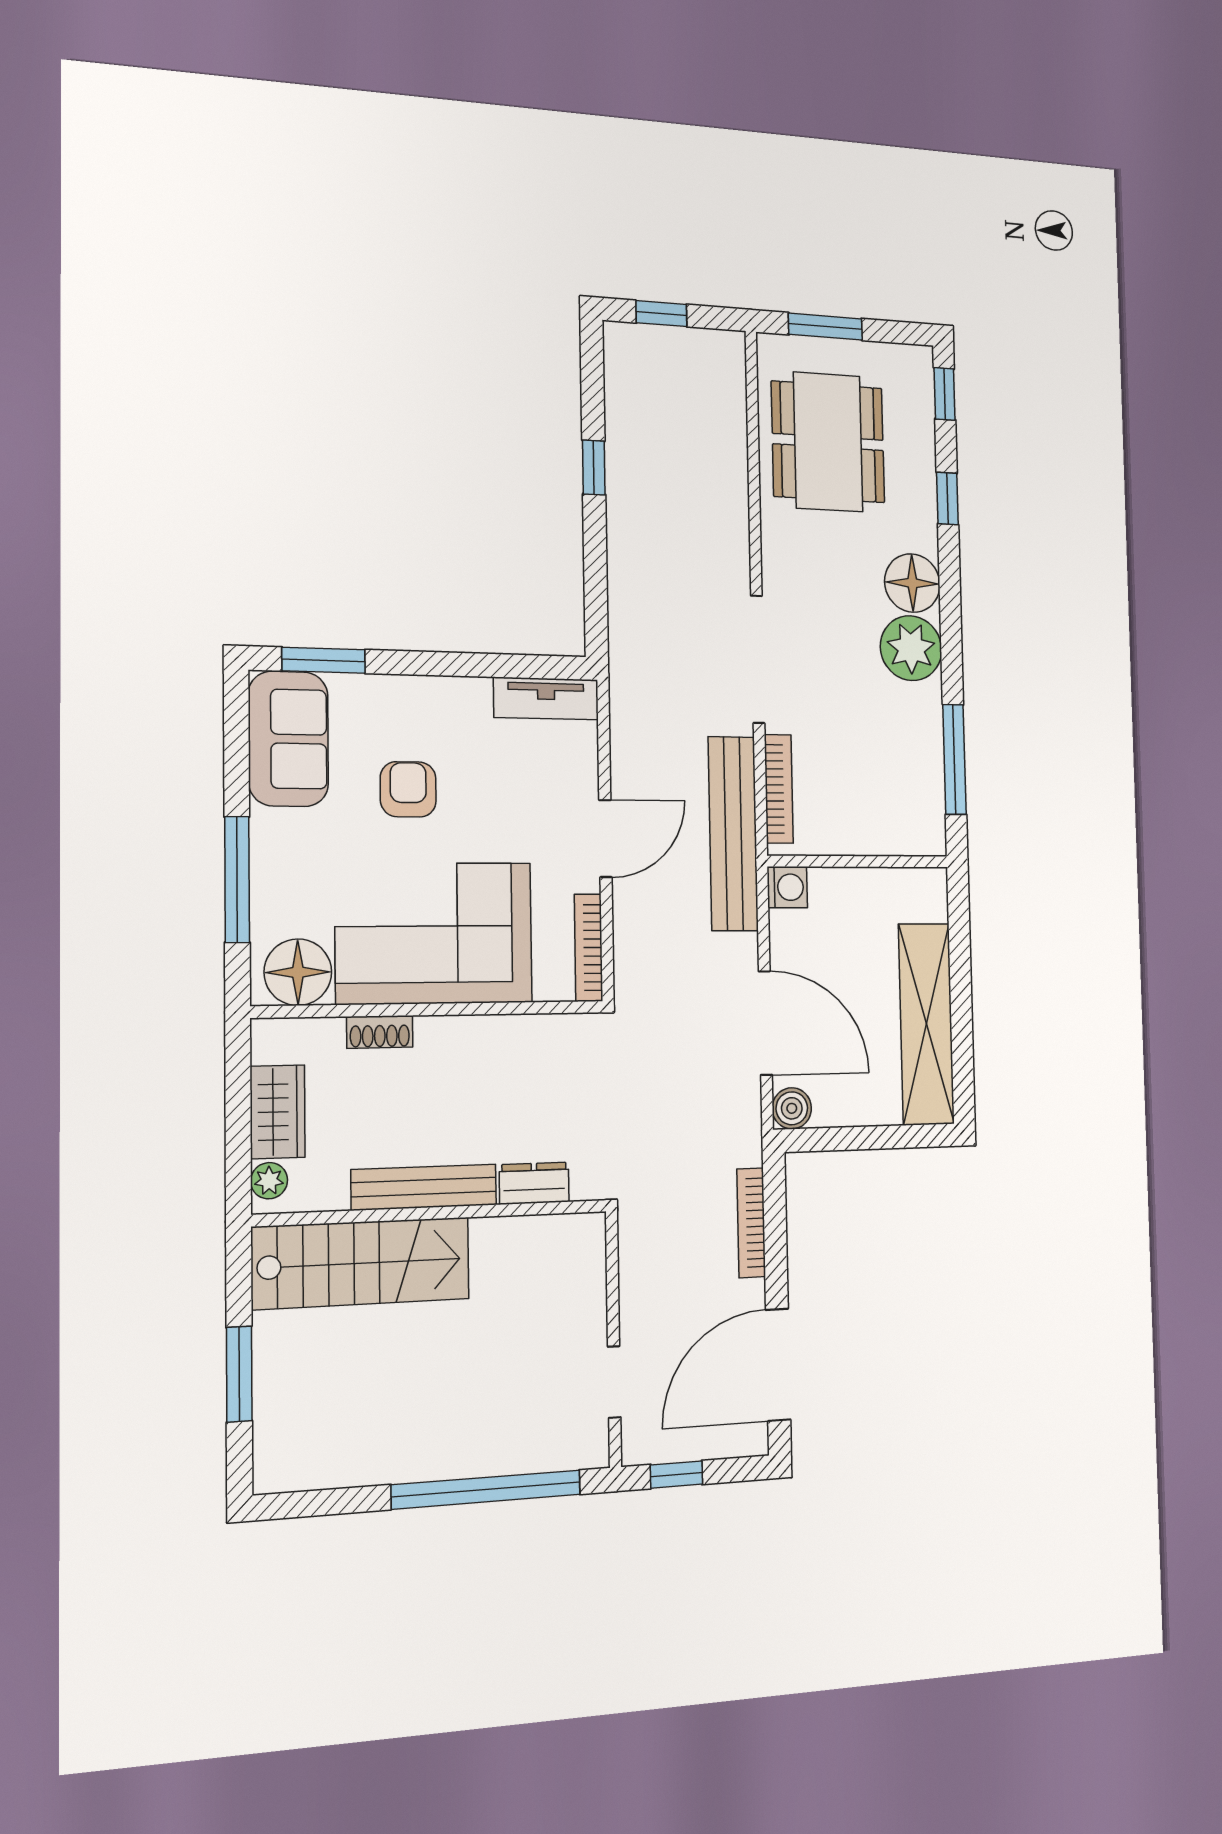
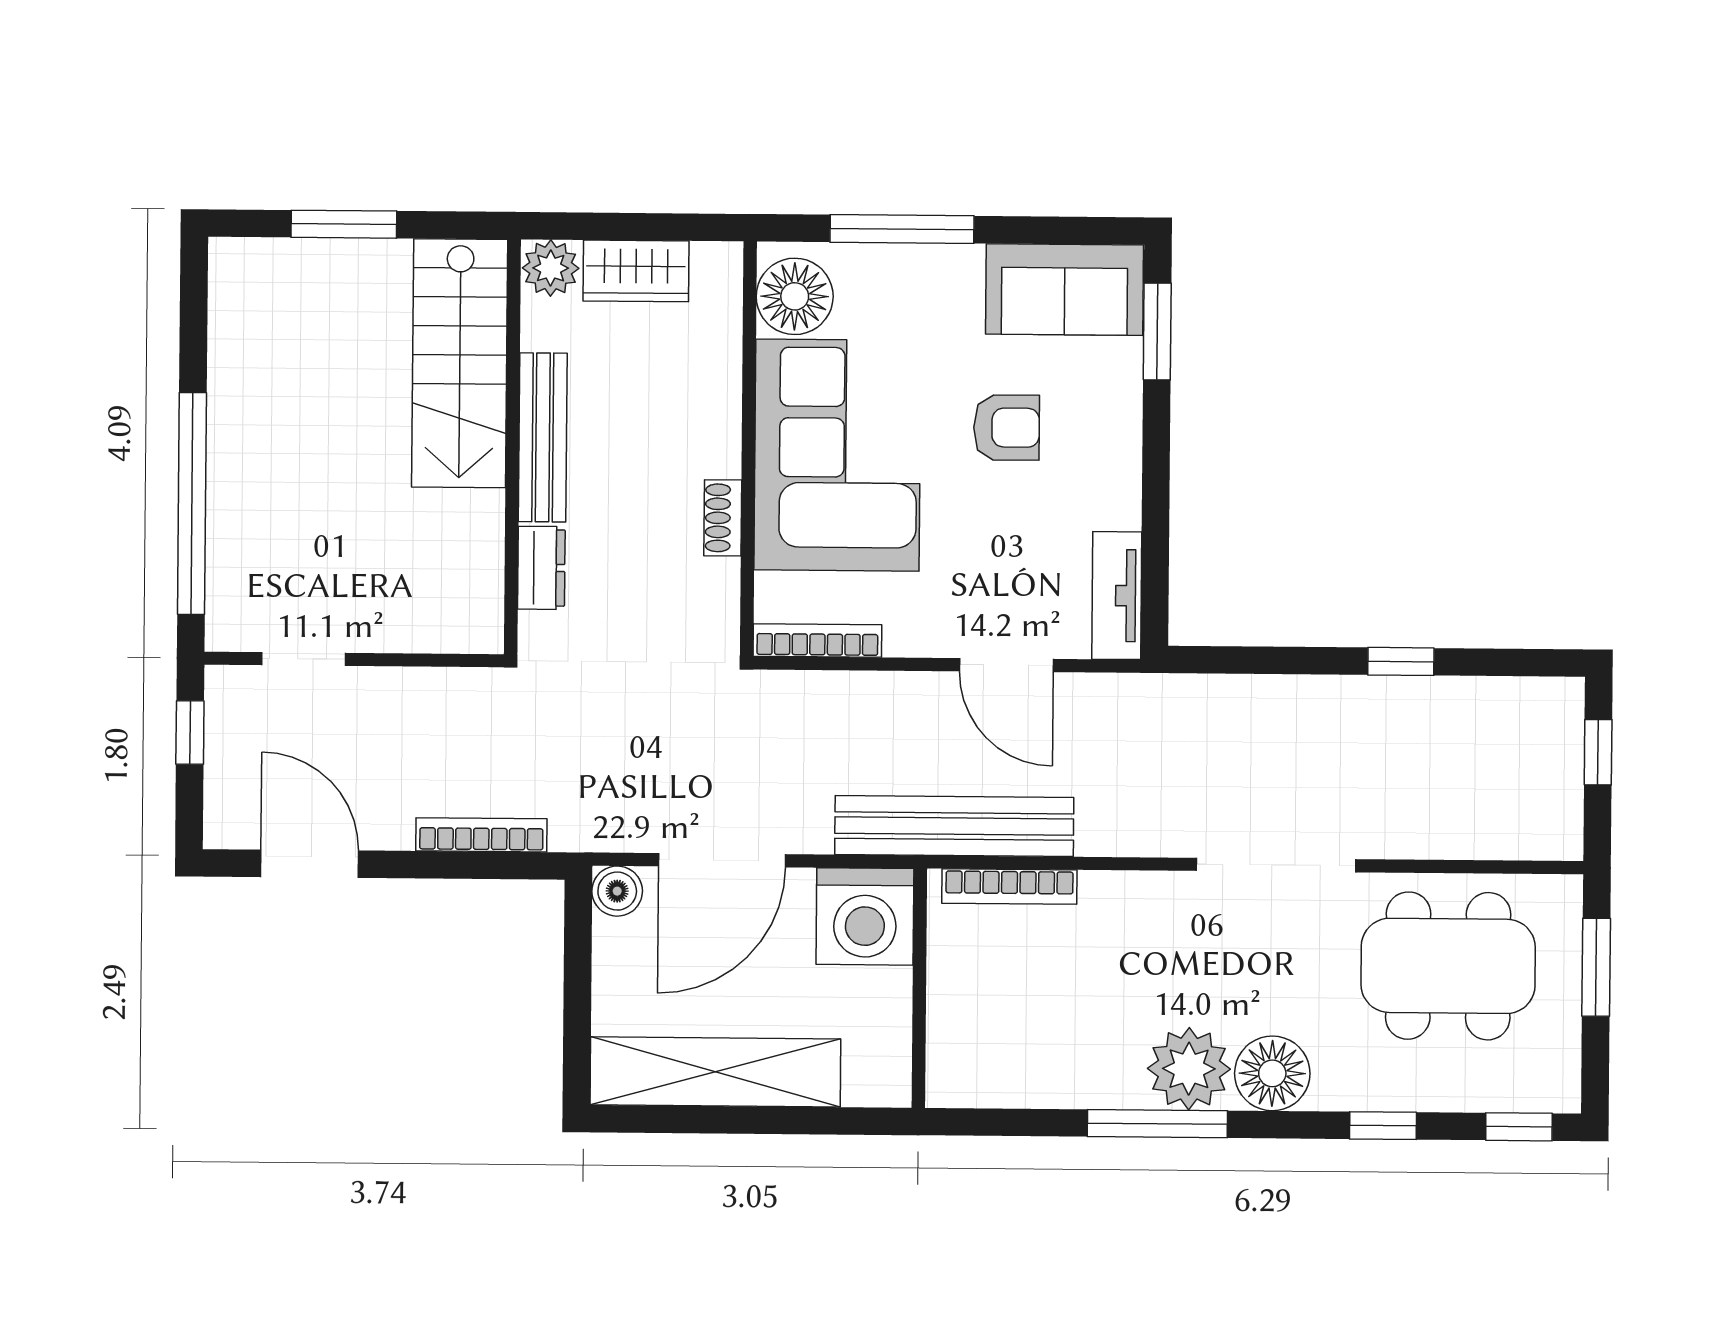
doorway: (758, 659) -> (1276, 865), moved
window: (954, 759) -> (1157, 1124), moved
door: (605, 839) -> (1006, 665), moved
washing machine: (787, 887) -> (865, 916), width x1.89, depth x1.89
shoe rack: (380, 1032) -> (723, 518), moved
plant: (269, 1181) -> (551, 268), width x1.38, depth x1.38
door: (778, 1365) -> (310, 864), width x0.73

